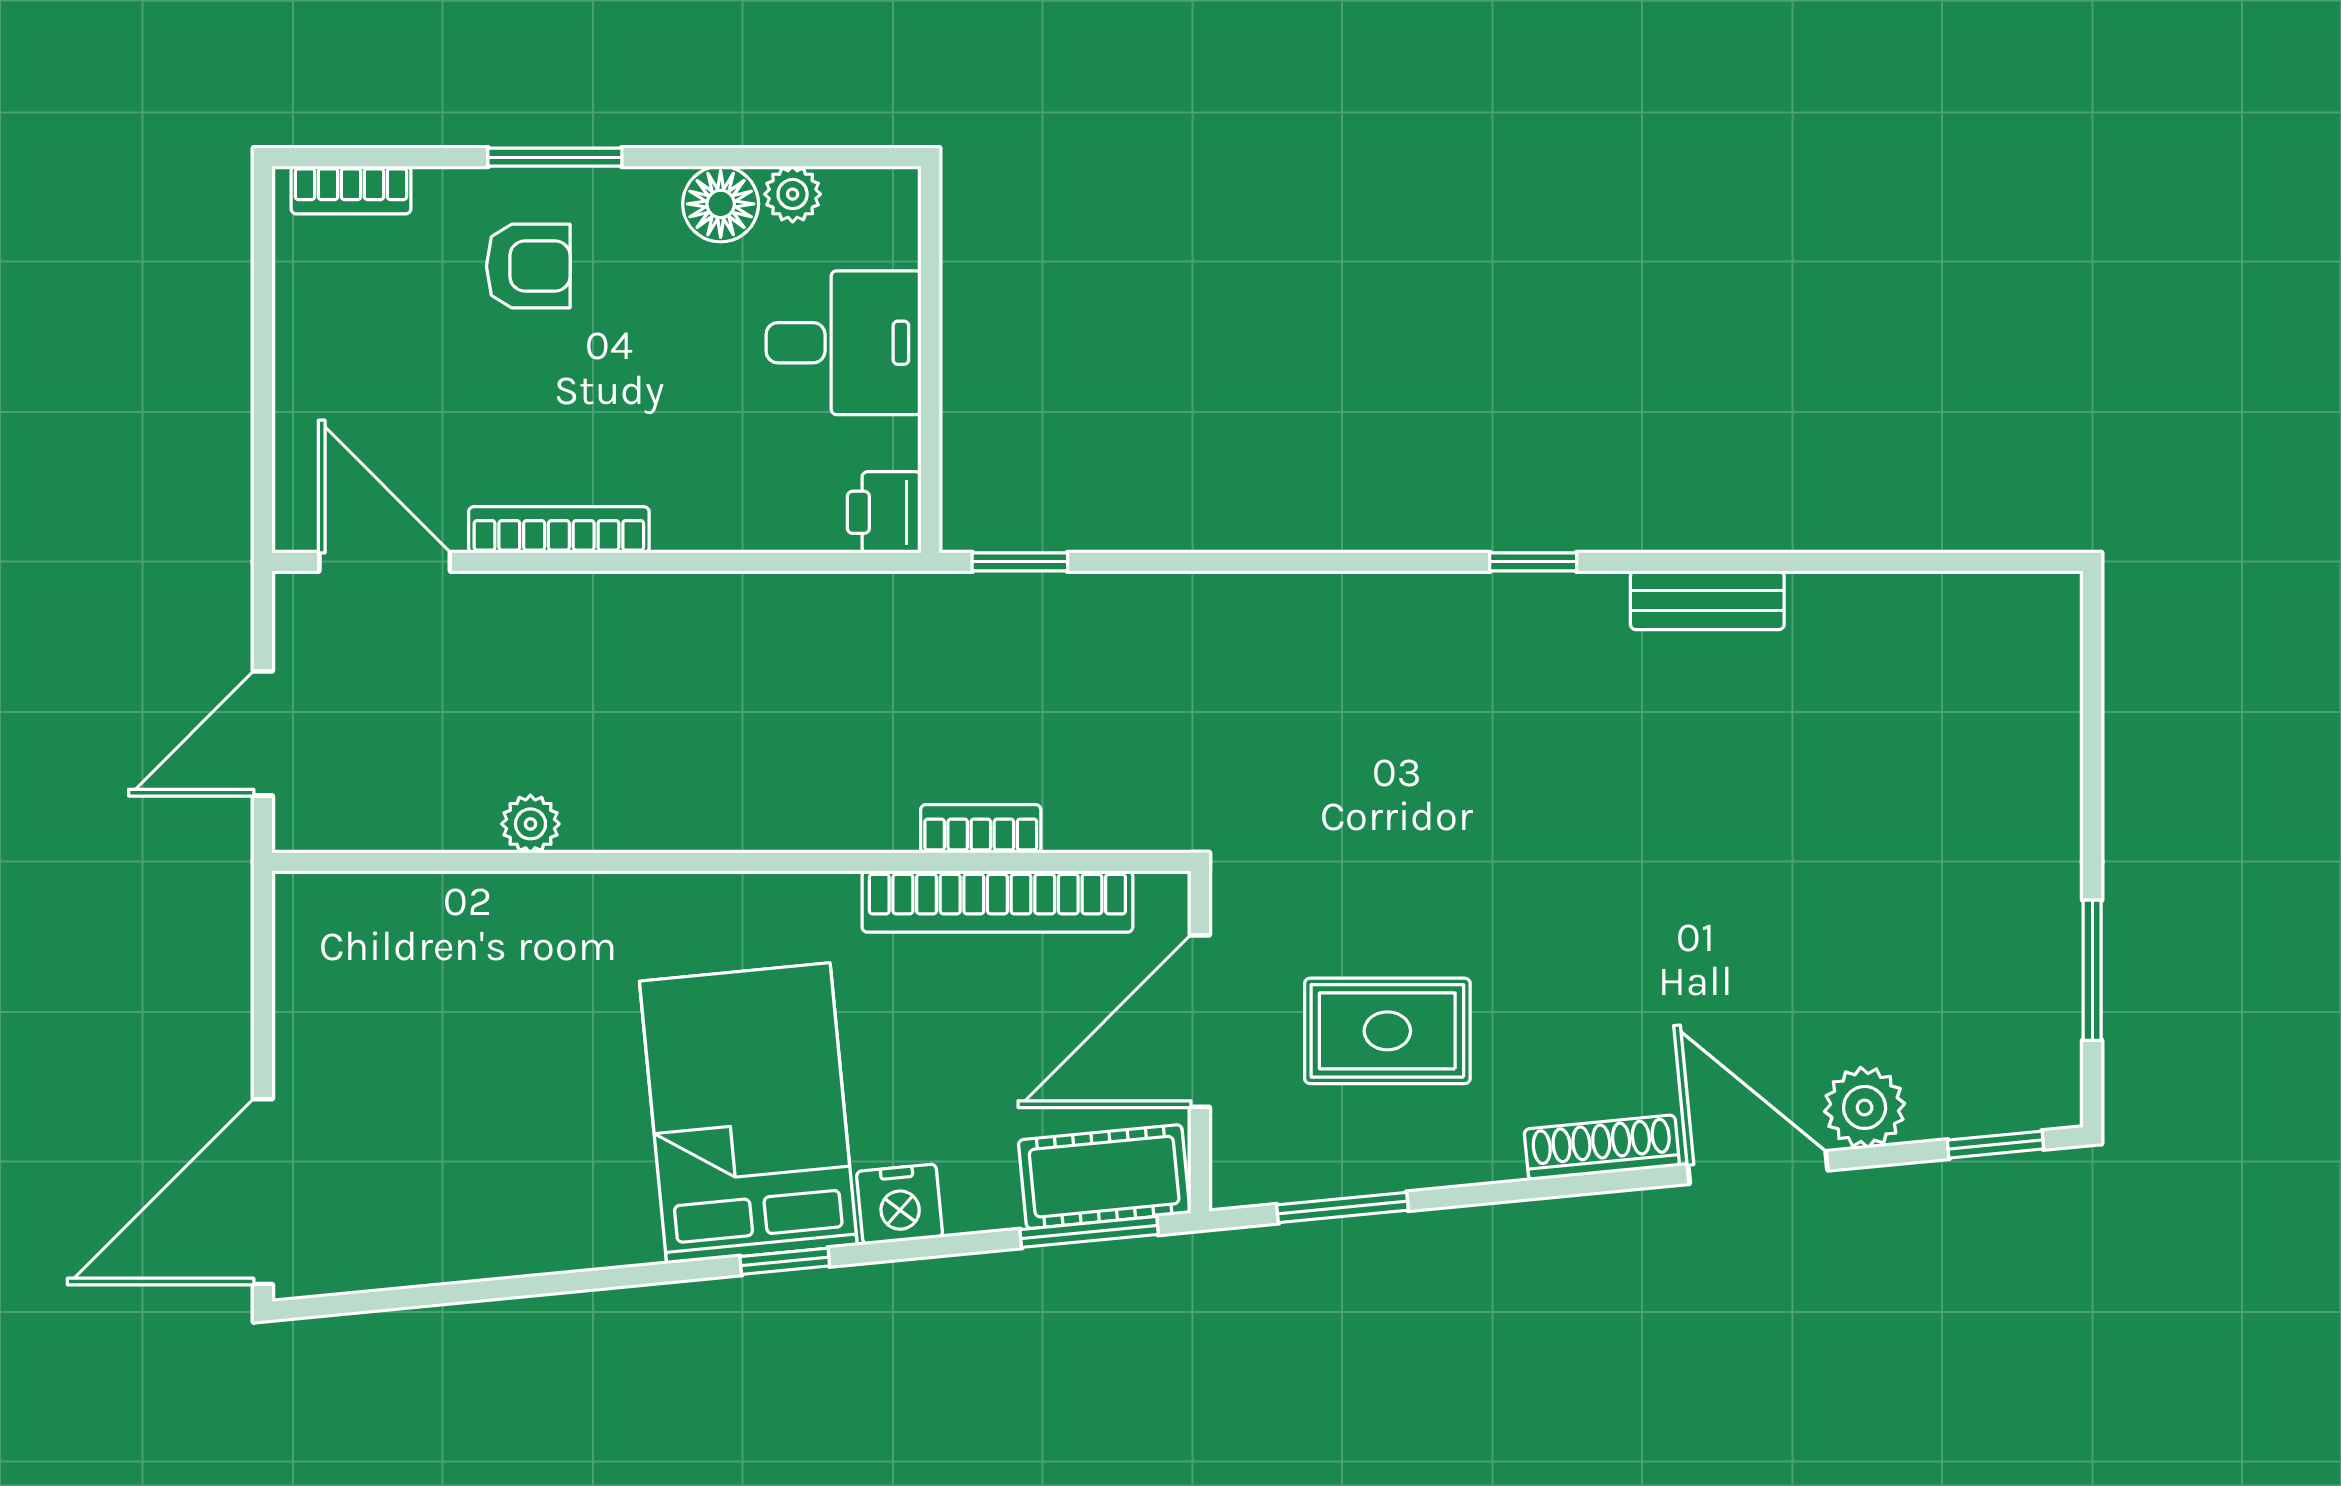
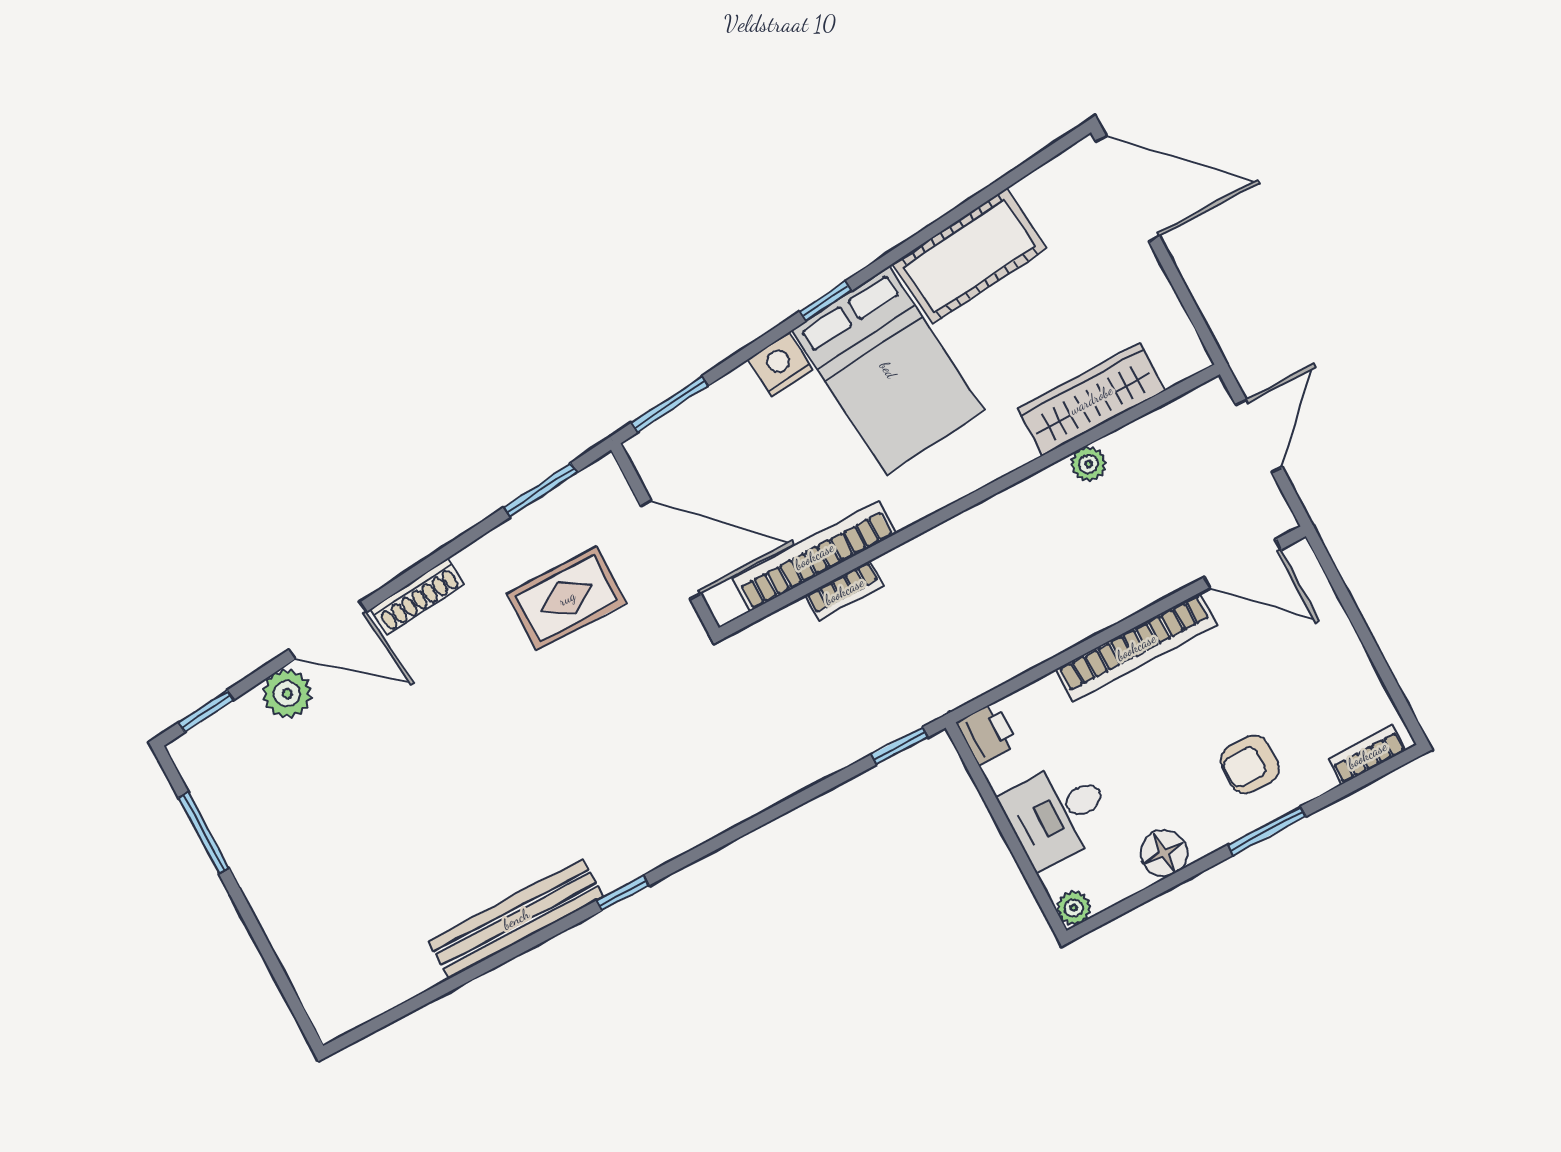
plant: (793, 194) -> (1074, 908), moved
bookcase: (559, 530) -> (1136, 647), width x1.48, depth x1.31
bench: (1707, 600) -> (516, 919), width x1.86, depth x1.21
wardrobe: (477, 915) -> (1091, 400), added
door: (1200, 1021) -> (671, 550), hinge flipped
cot: (1104, 1177) -> (969, 256), moved, width x1.37, depth x1.34
door: (263, 1192) -> (1127, 189), hinge flipped

